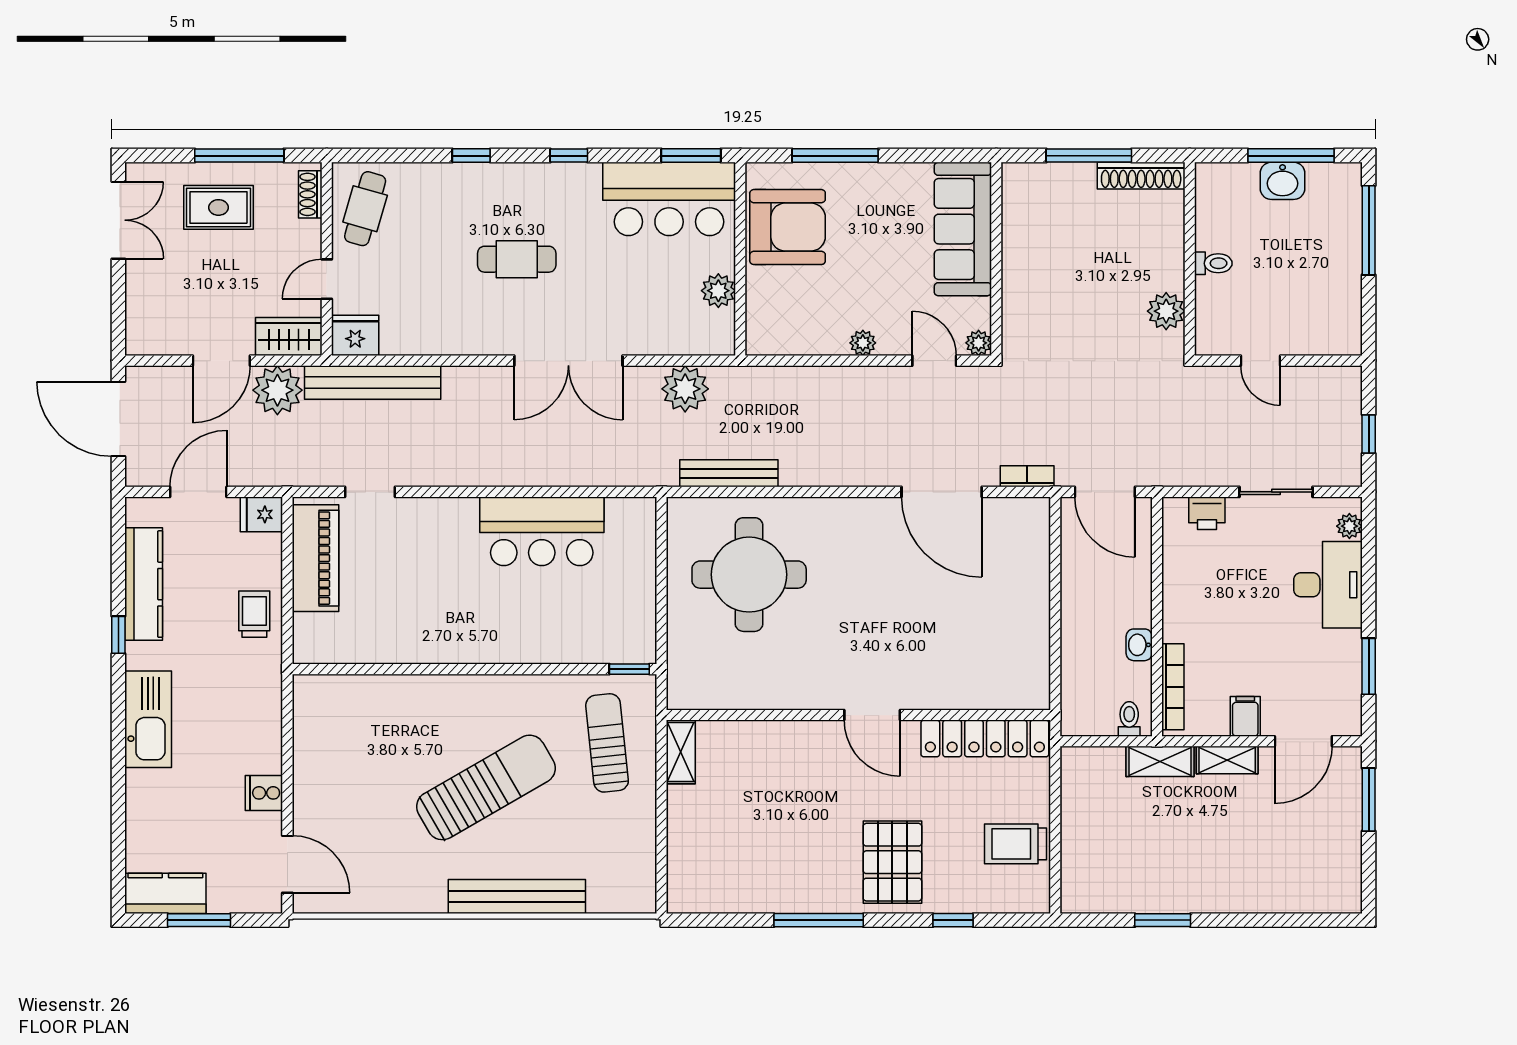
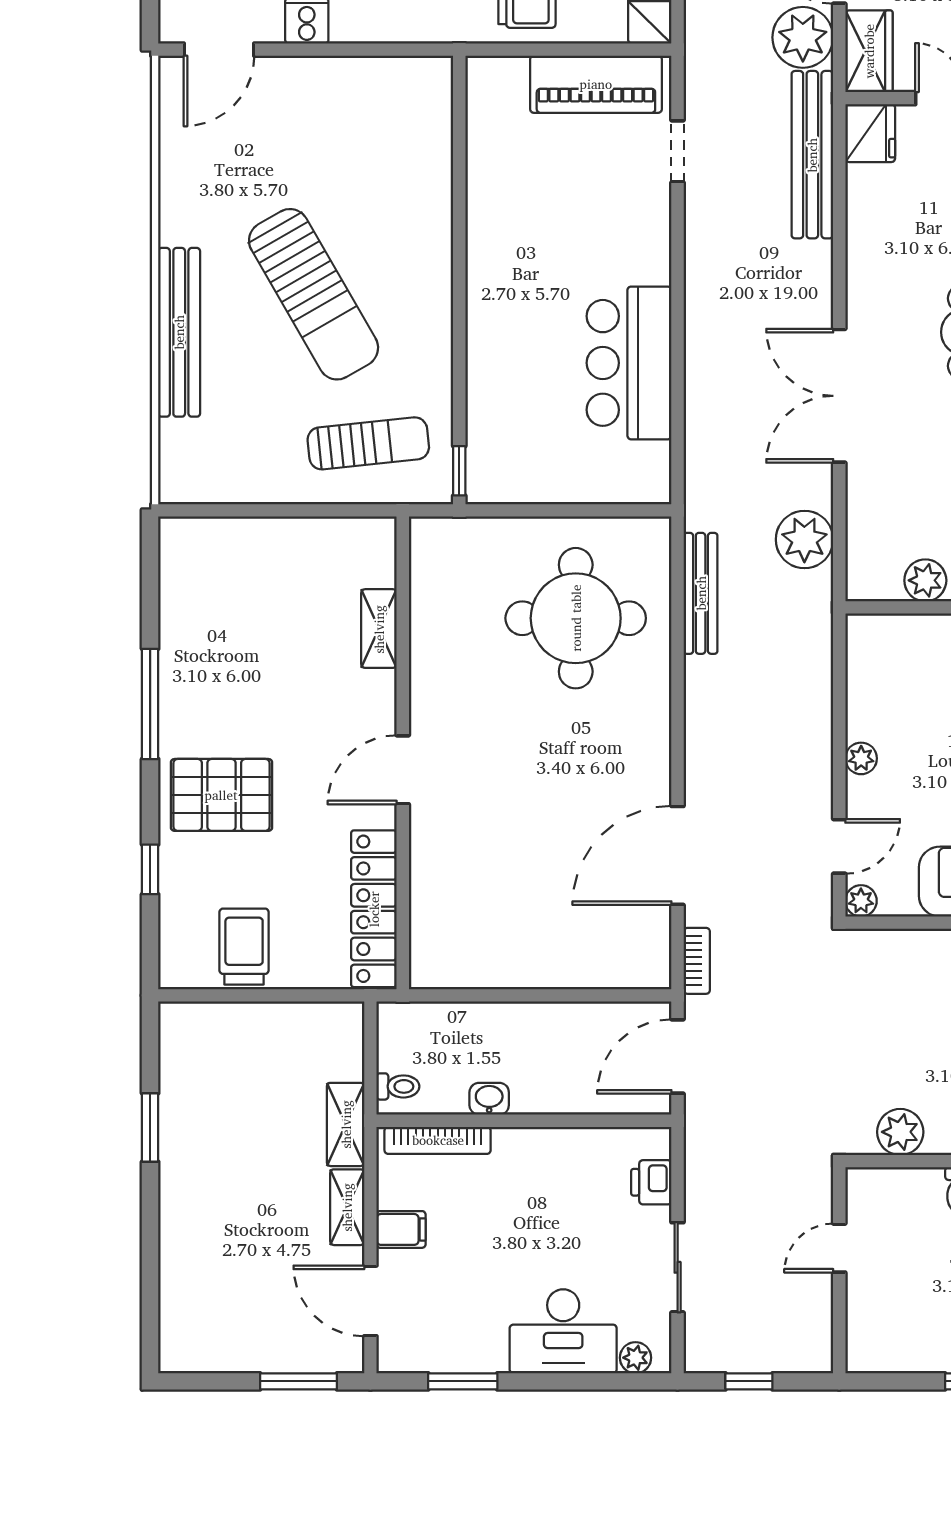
shelving: (681, 752) -> (379, 629), moved, turned 90

